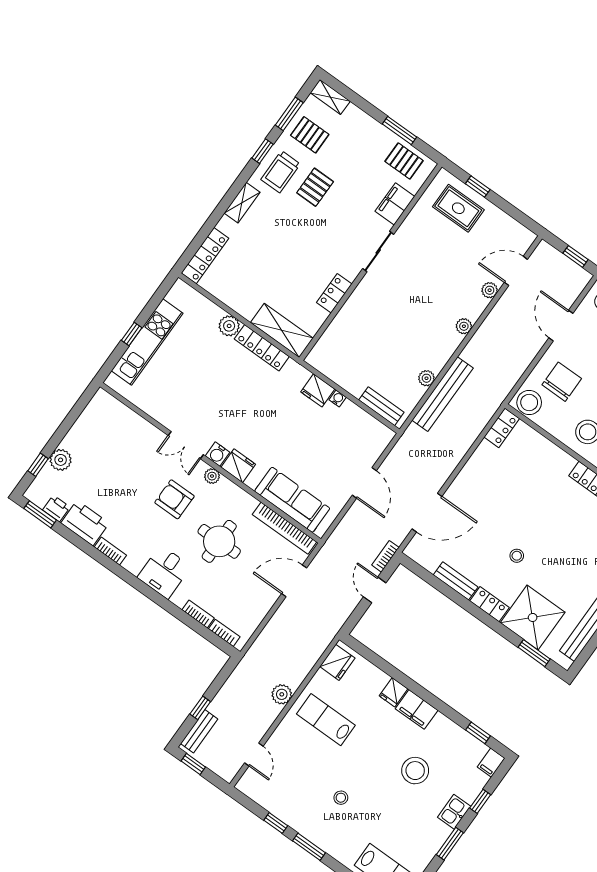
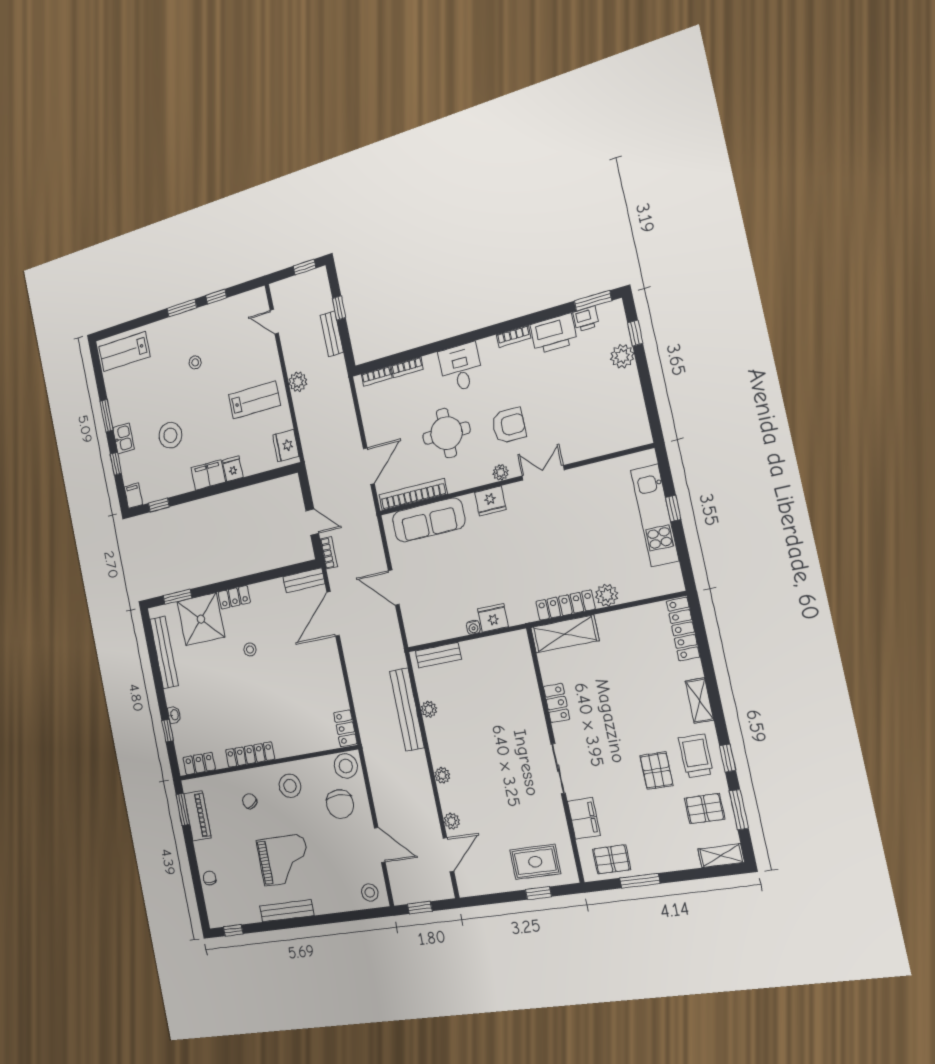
water cooler: (218, 454) -> (514, 492), removed
bench: (456, 581) -> (304, 580), moved
bench: (199, 731) -> (332, 334), moved

